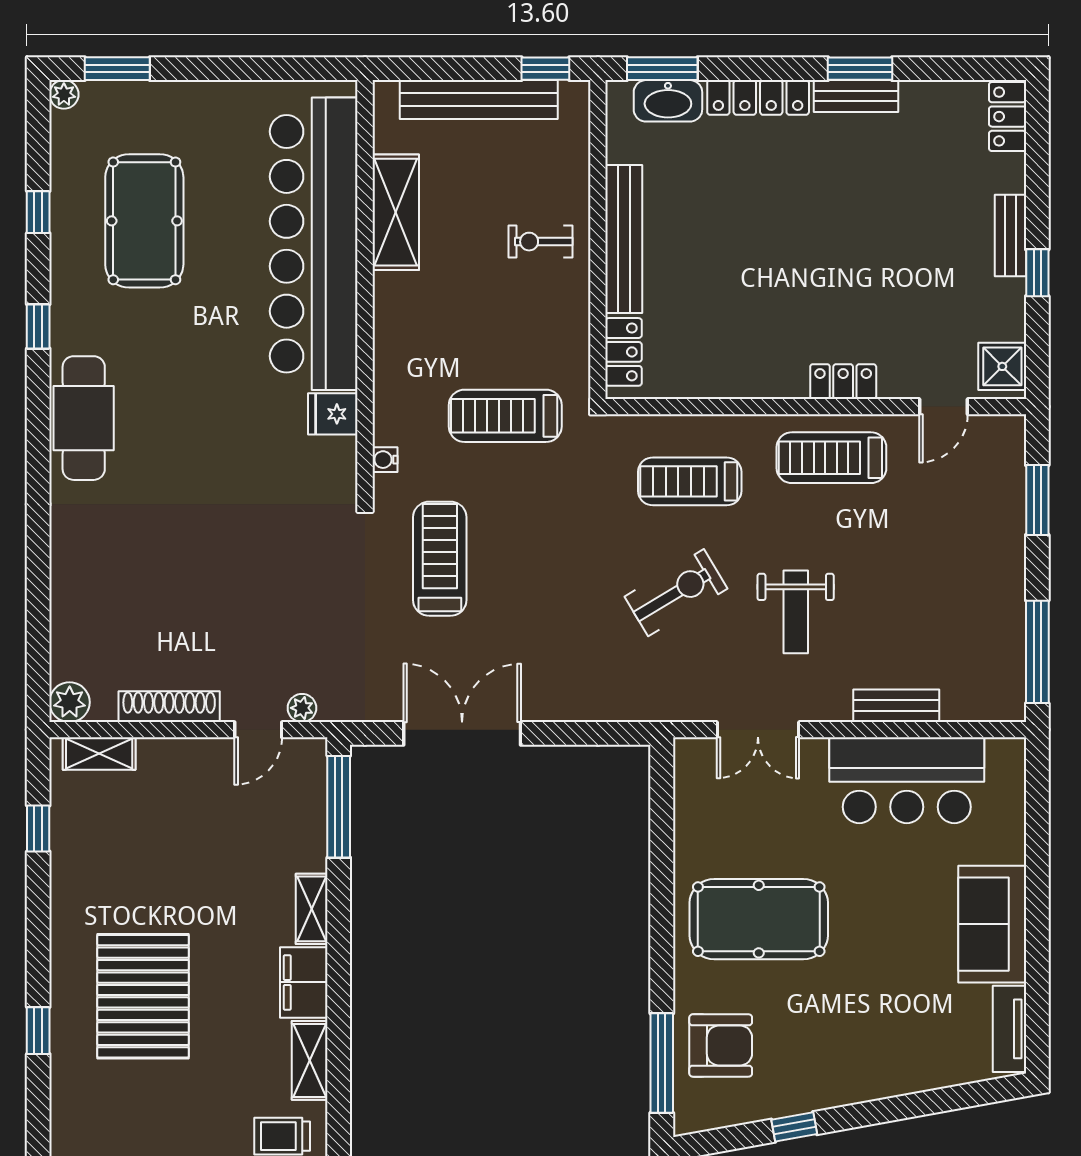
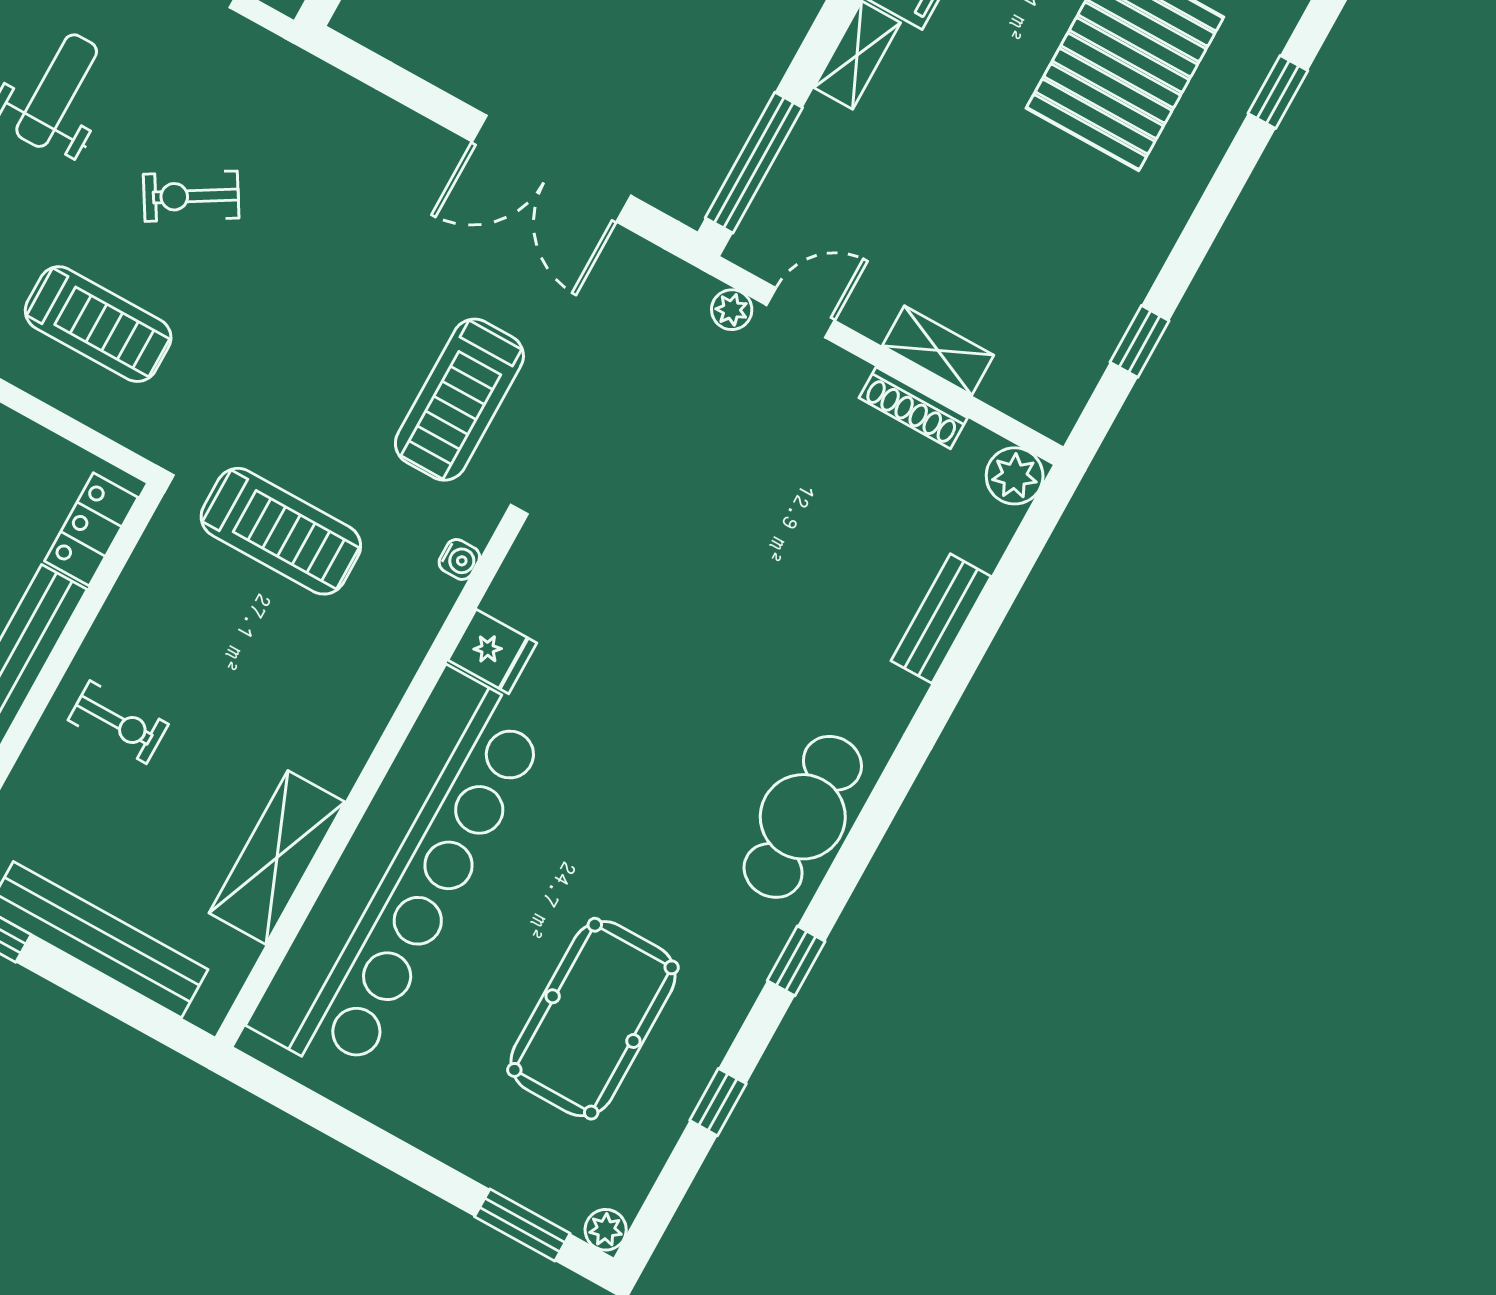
bench: (66, 588) -> (941, 619), added
exercise bike: (676, 593) -> (191, 196), width x0.73, depth x0.72
shoe rack: (169, 707) -> (913, 408), width x0.74, depth x0.81
shelving: (99, 754) -> (938, 351), moved

